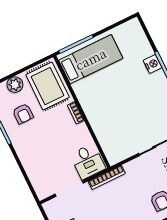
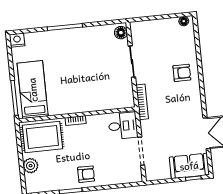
nightstand: (152, 64) -> (17, 40), moved
armchair: (23, 114) -> (86, 174), moved
bookcase: (107, 177) -> (142, 102), moved

